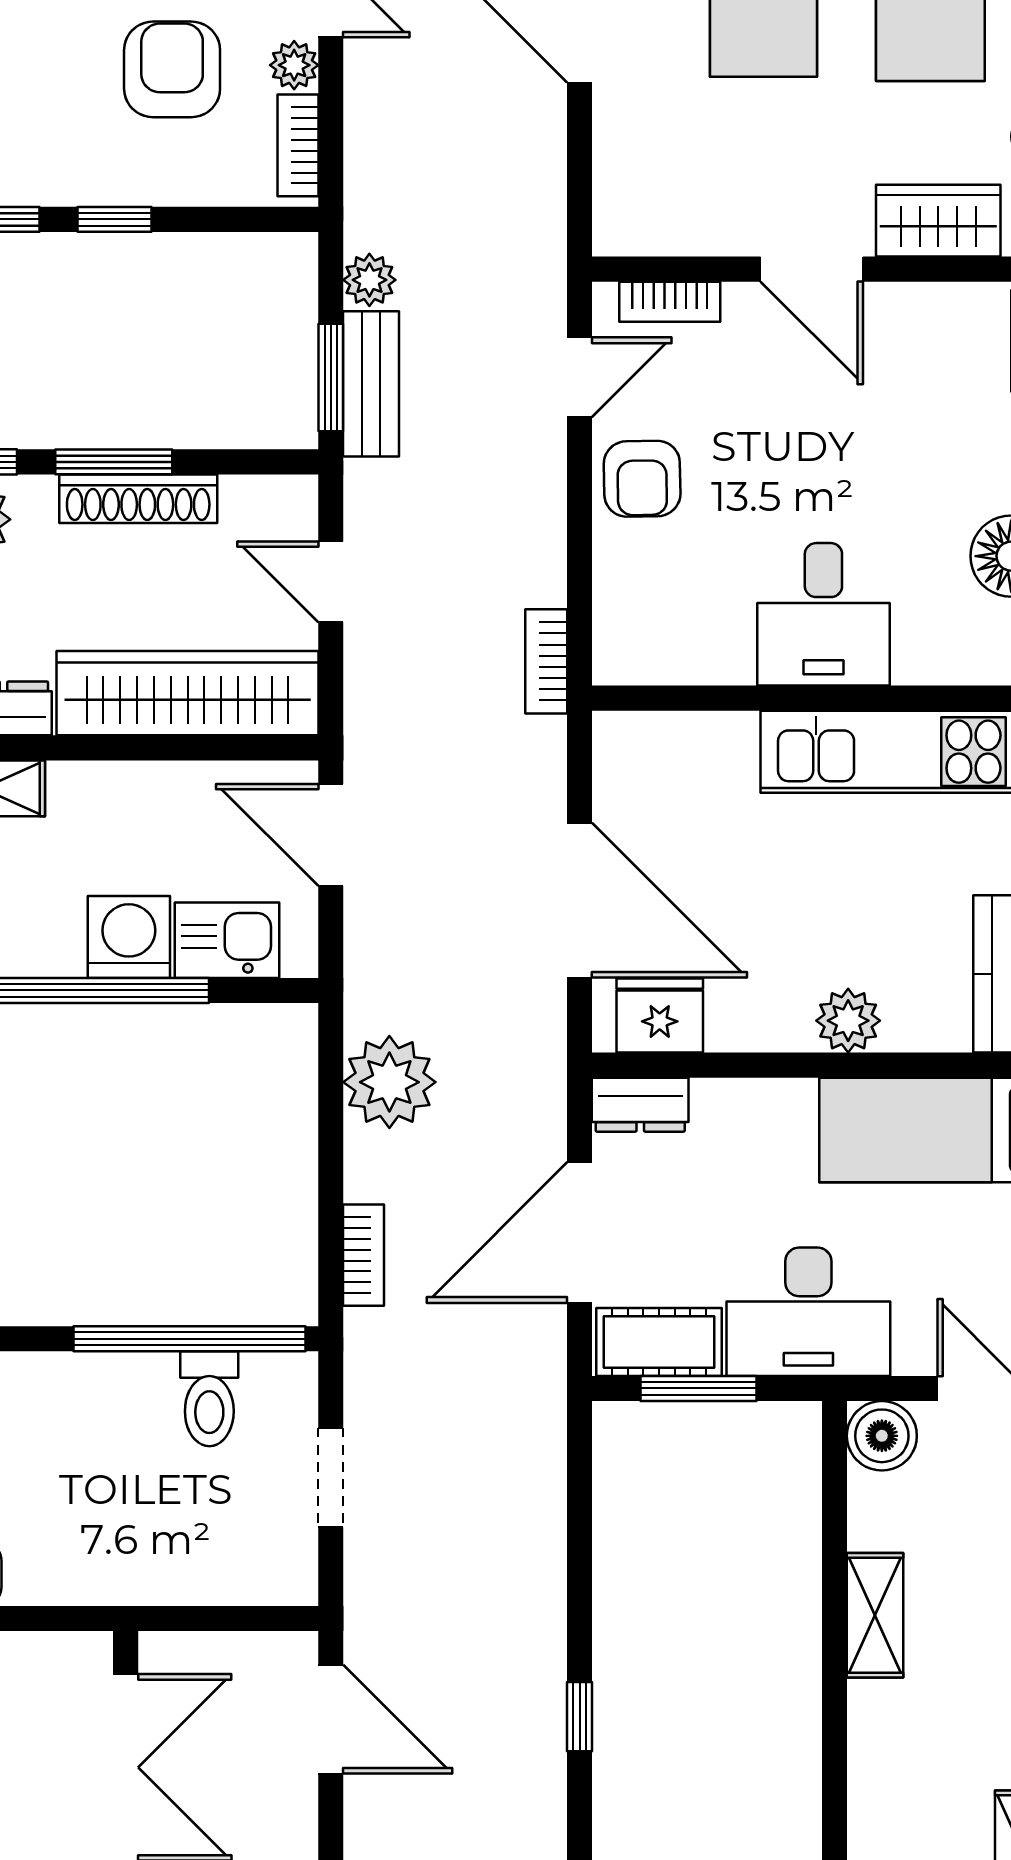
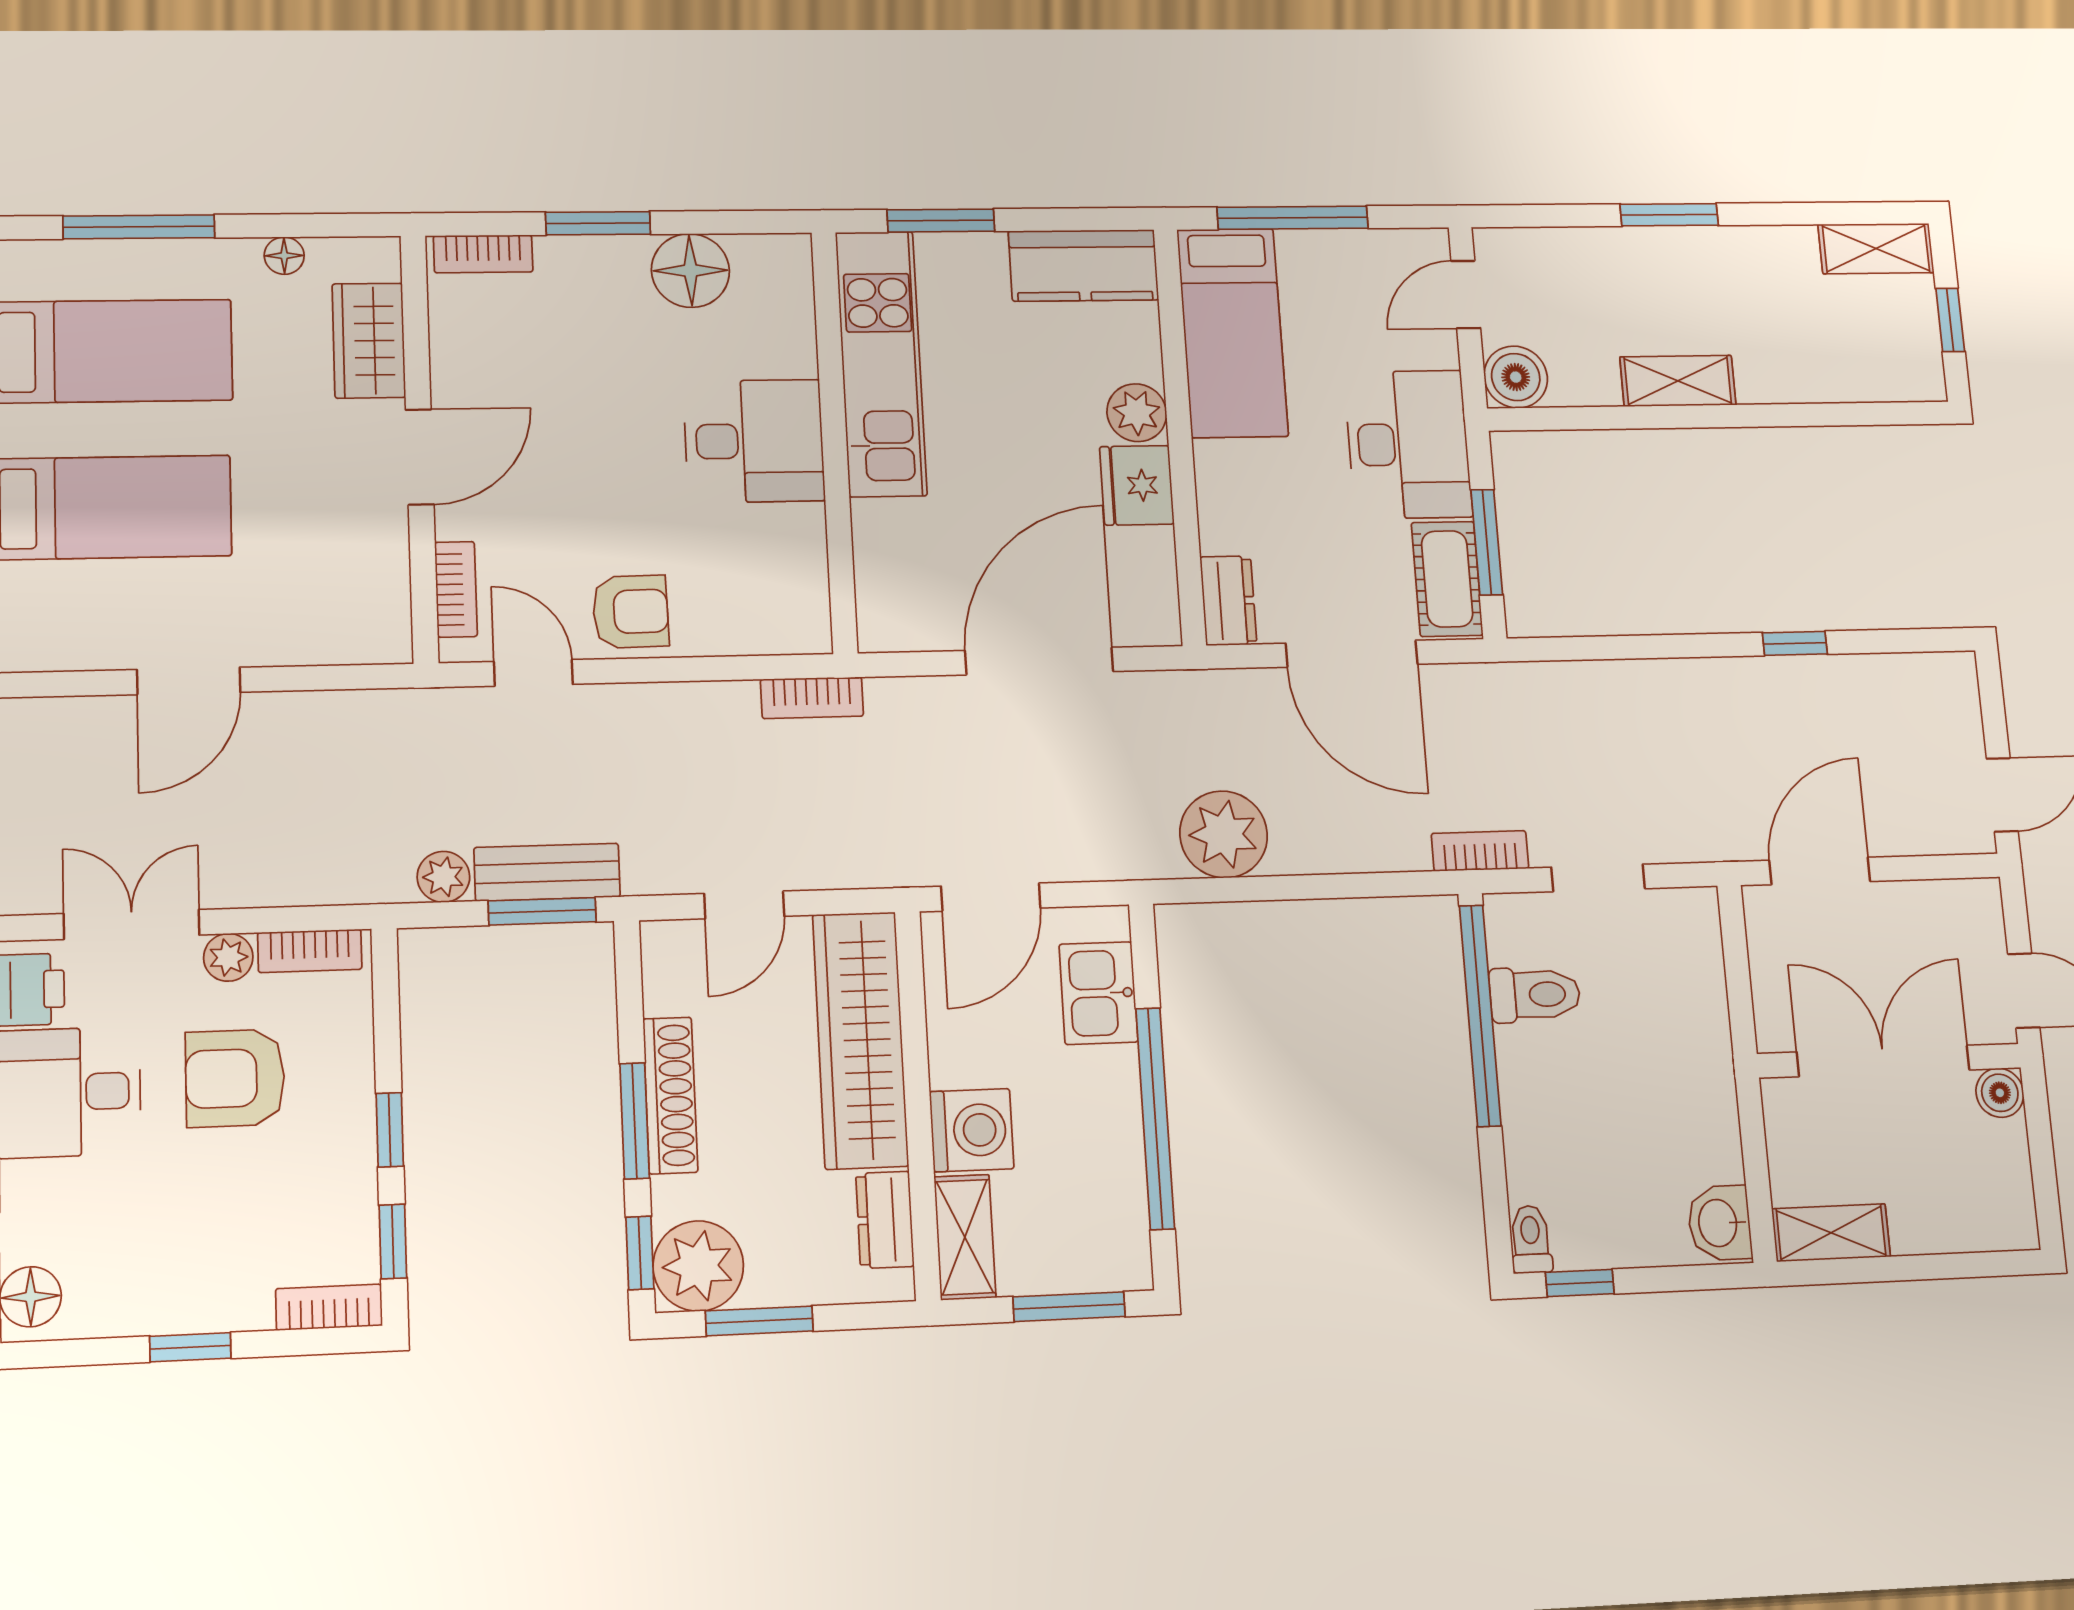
washing machine: (129, 937) -> (972, 1130), moved, turned 180
fridge: (660, 1016) -> (1137, 485), moved
bookcase: (364, 1255) -> (1480, 851), moved

